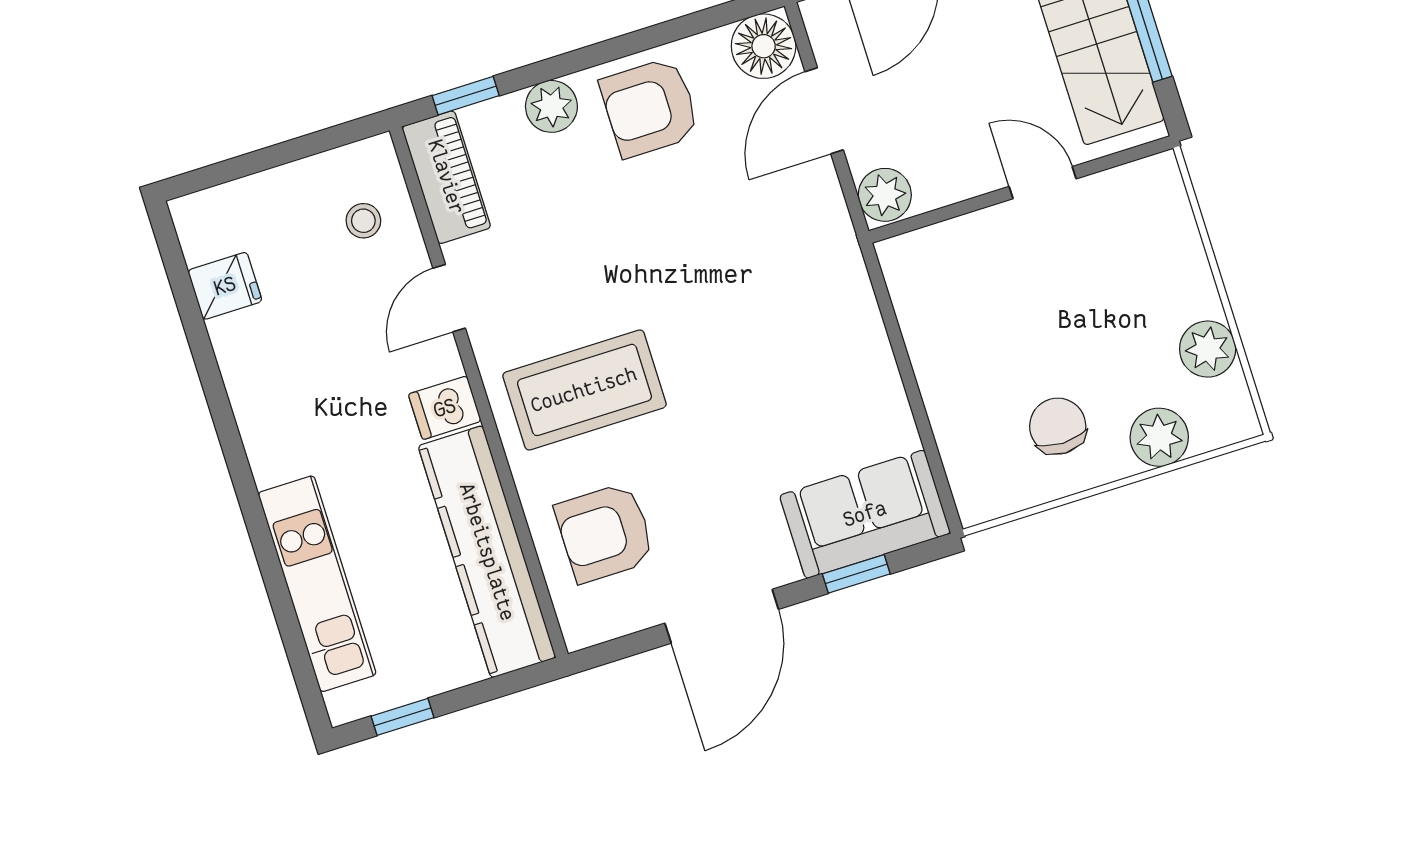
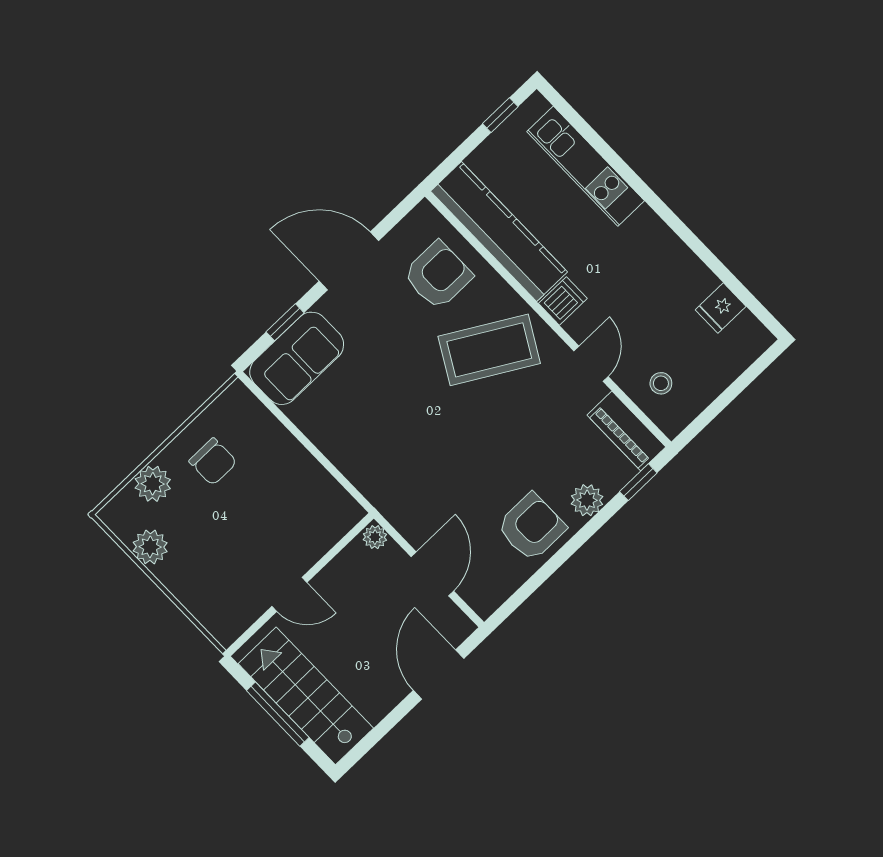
floor lamp: (764, 46) -> (485, 593), removed
plant: (885, 195) -> (375, 537), width x0.73, depth x0.73
coffee table: (584, 390) -> (489, 350), turned 30
door: (722, 616) -> (349, 261), hinge flipped

